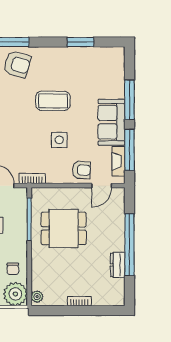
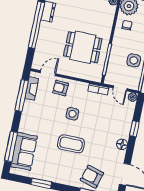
window: (129, 100) -> (11, 147), moved
sofa: (111, 122) -> (24, 151), moved

